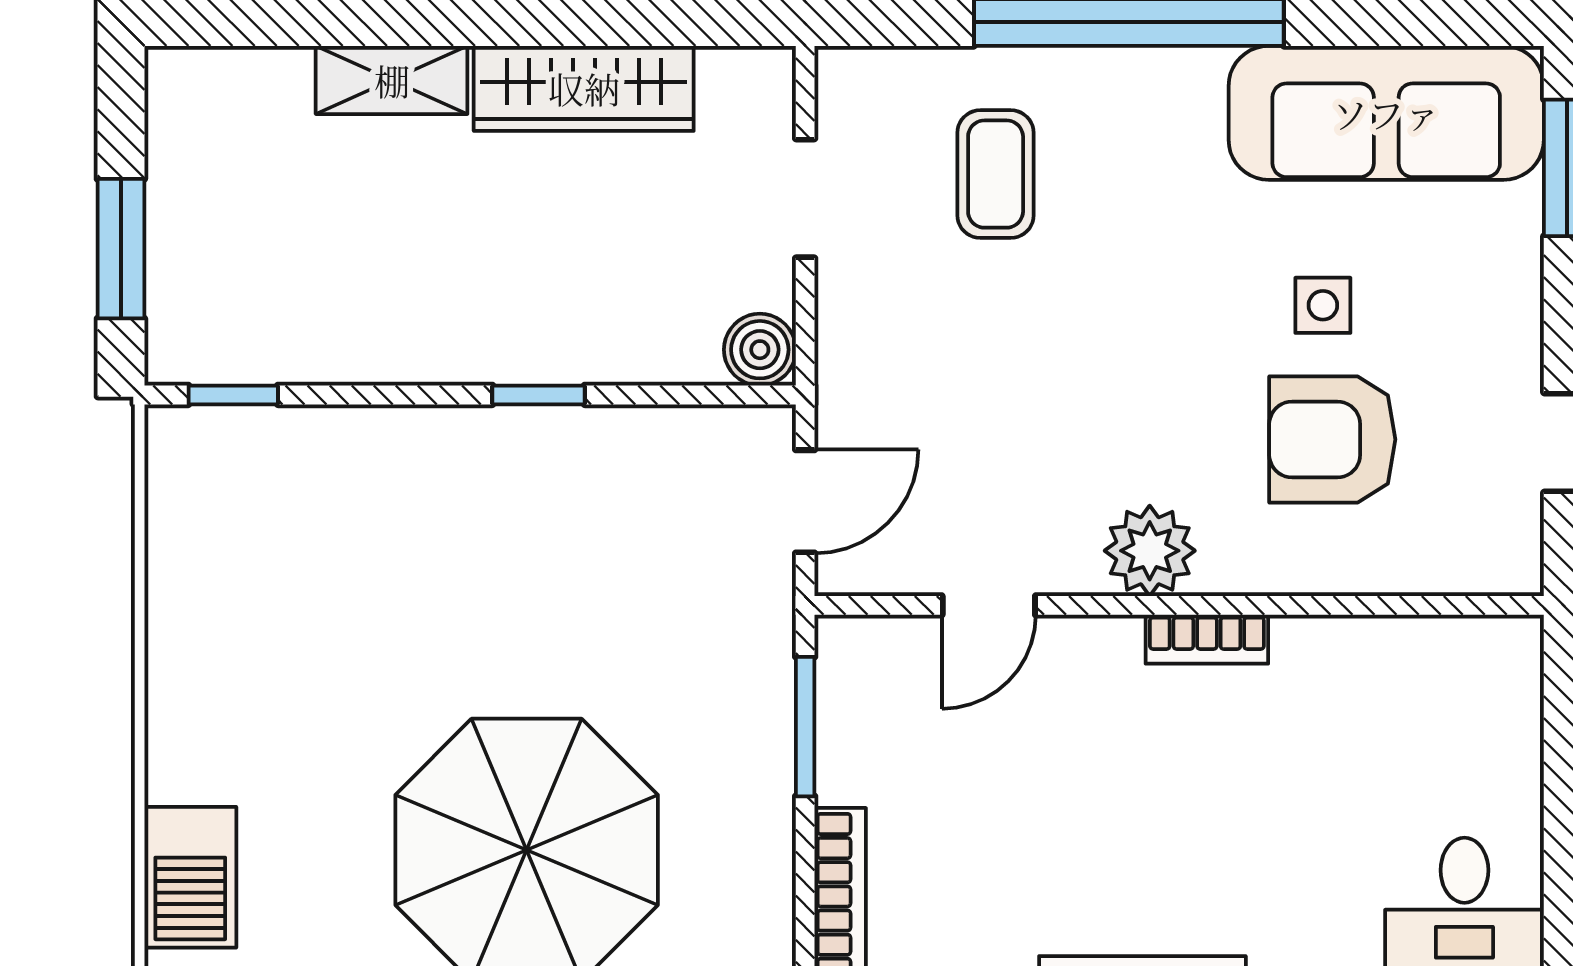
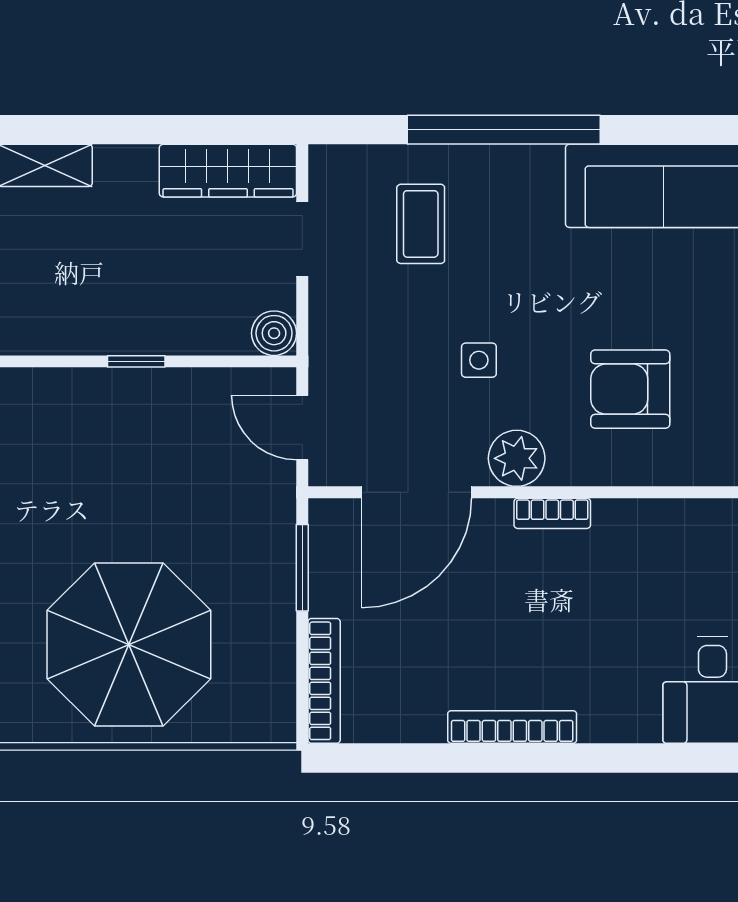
wardrobe: (584, 88) -> (228, 171), moved
side table: (1323, 305) -> (479, 360), moved
door: (805, 501) -> (302, 428), swing flipped
door: (989, 605) -> (417, 492), width x1.88

